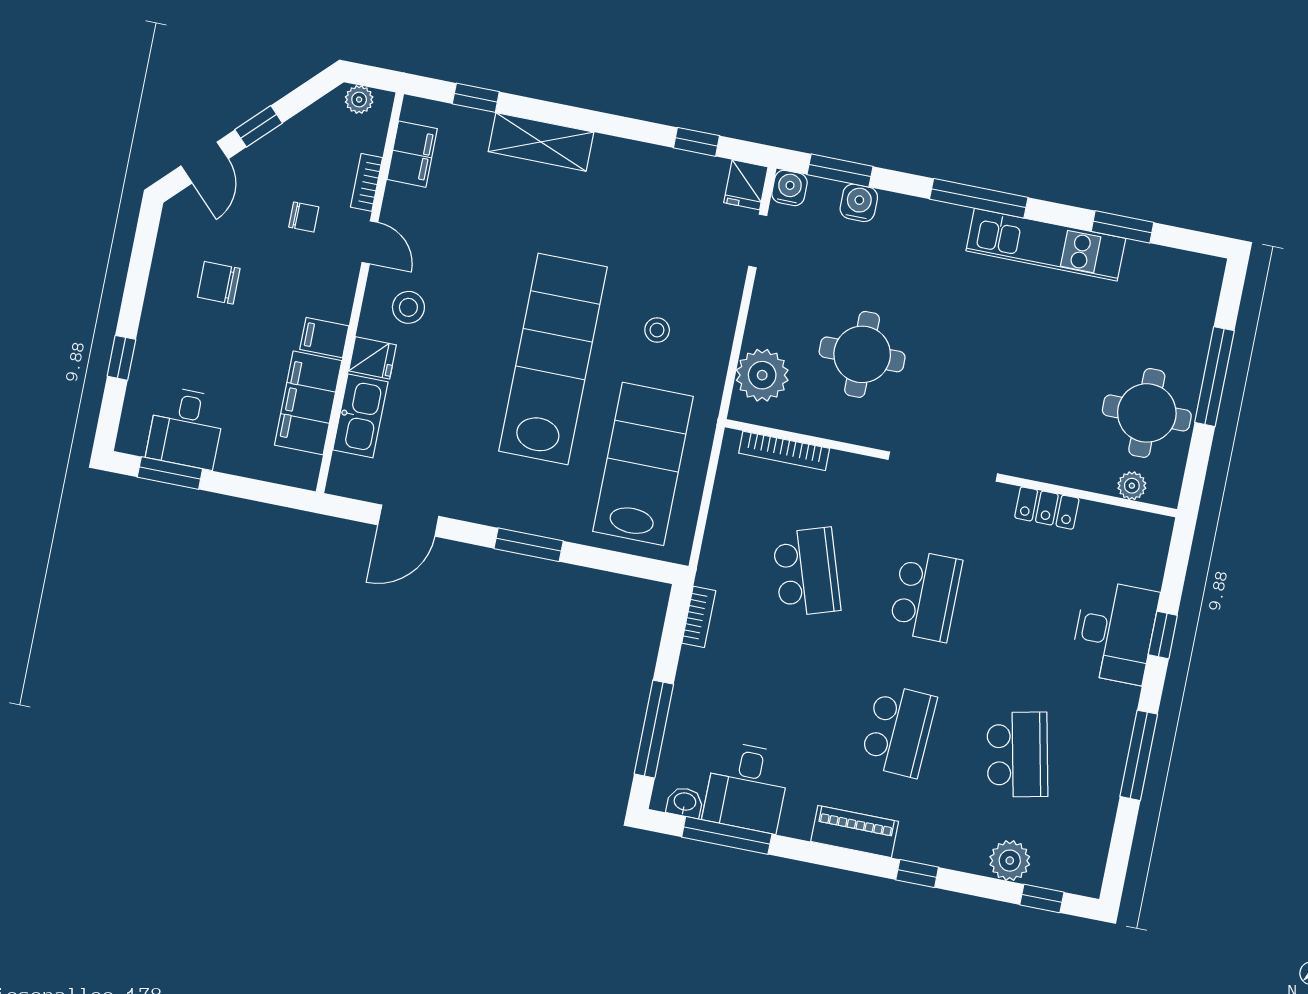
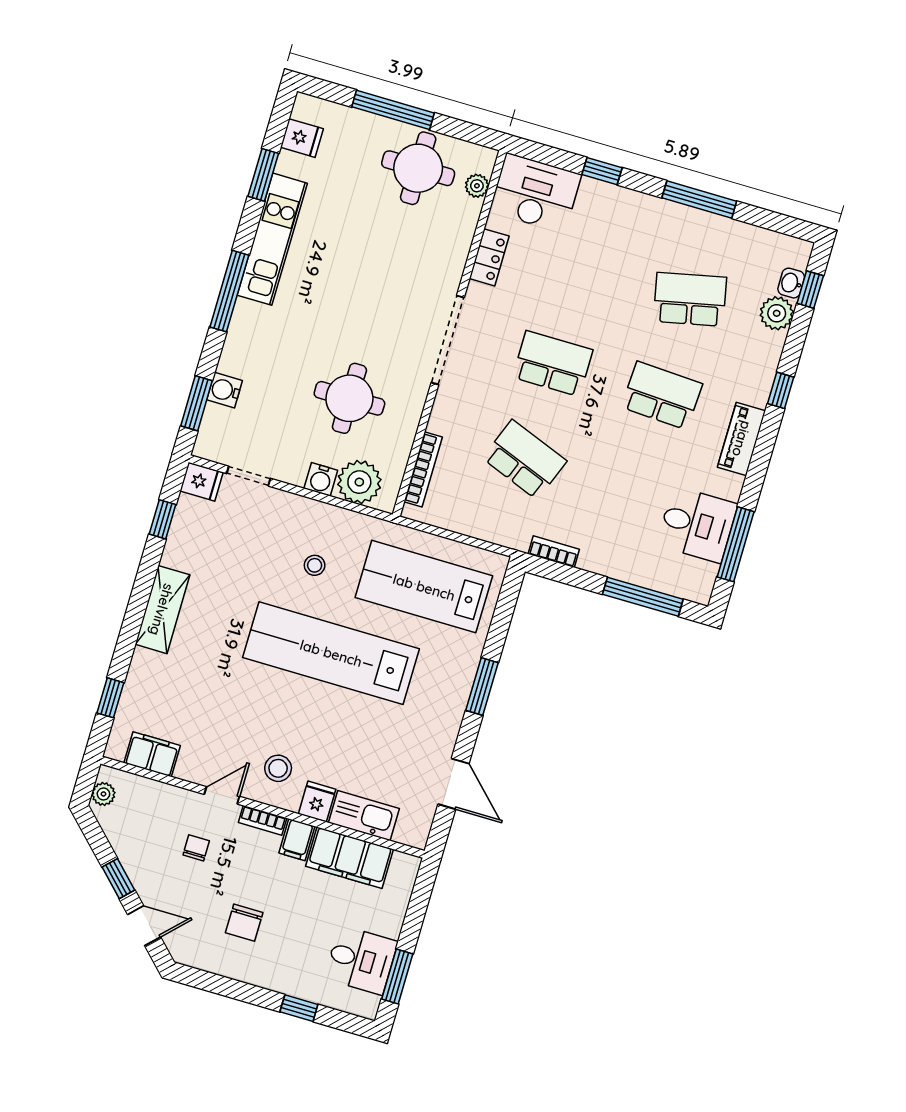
shelving: (541, 142) -> (162, 610), moved
bookcase: (366, 182) -> (263, 820), moved
water cooler: (789, 188) -> (321, 479), moved, turned -90
fridge: (1171, 270) -> (302, 138), added
school desk: (807, 572) -> (525, 460), turned 39
desk: (1114, 632) -> (535, 193), moved
washbasin: (685, 802) -> (791, 283), moved

